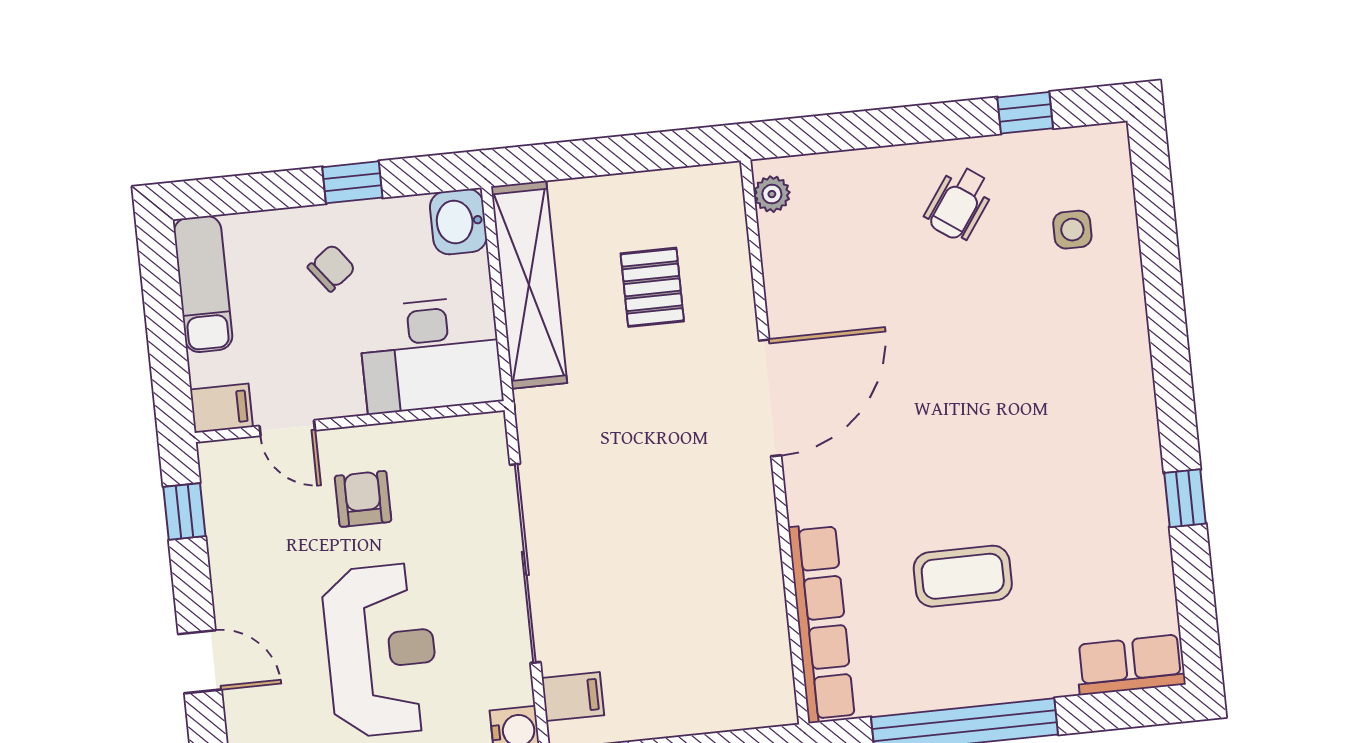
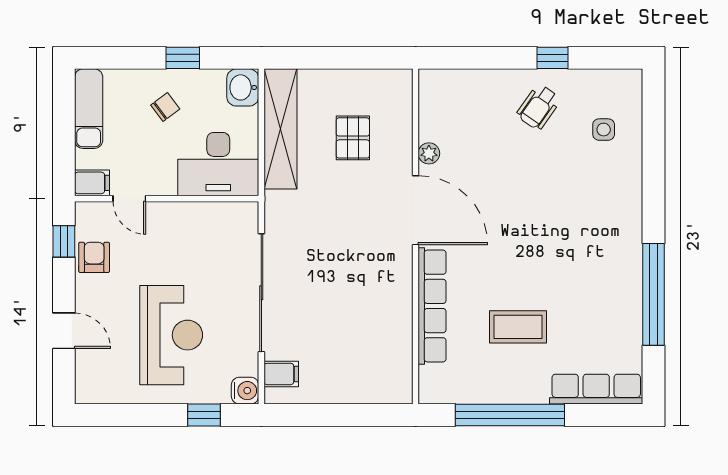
window: (1025, 113) -> (553, 58), moved
plant: (772, 194) -> (429, 153), moved
door: (770, 398) -> (416, 210), hinge flipped
window: (1185, 498) -> (654, 294), width x3.17
armchair: (363, 499) -> (94, 257), moved
row of seats: (822, 623) -> (432, 306), moved
row of seats: (1130, 665) -> (596, 389), width x1.48

